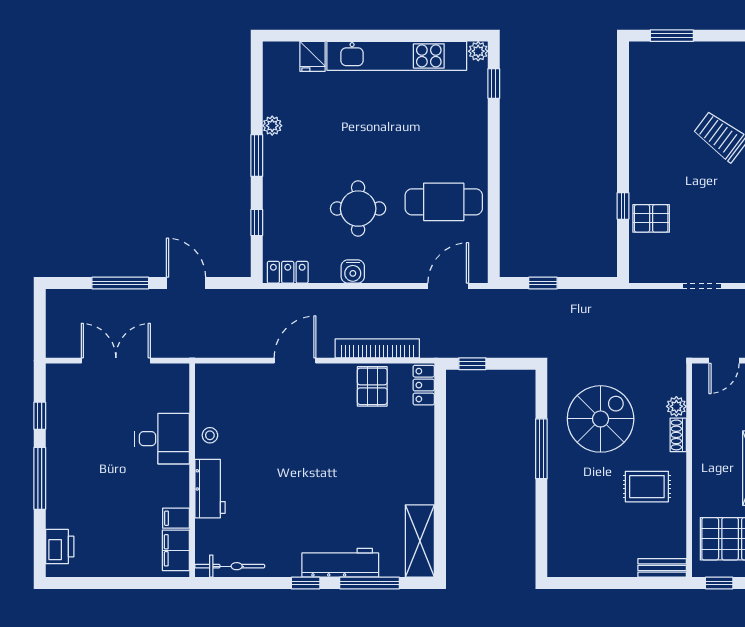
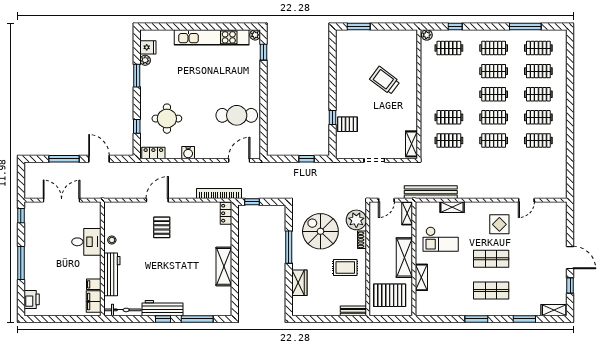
fridge: (312, 56) -> (148, 47), moved, turned -90
plant: (272, 126) -> (145, 60), moved
window: (257, 155) -> (137, 76), moved
round table: (358, 209) -> (167, 119), moved
window: (543, 283) -> (306, 159), moved
bookcase: (377, 348) -> (219, 194), moved
pallet: (372, 386) -> (162, 227), moved
plant: (676, 406) -> (356, 220), width x1.88, depth x1.88
window: (40, 416) -> (21, 216), moved
spiral stairs: (601, 419) -> (320, 231), turned -90
workbench: (210, 489) -> (112, 274), width x1.38
wardrobe: (561, 515) -> (299, 283), added
shelving: (420, 541) -> (224, 266), moved
workbench: (340, 563) -> (162, 308), moved
window: (719, 583) -> (384, 319), removed

